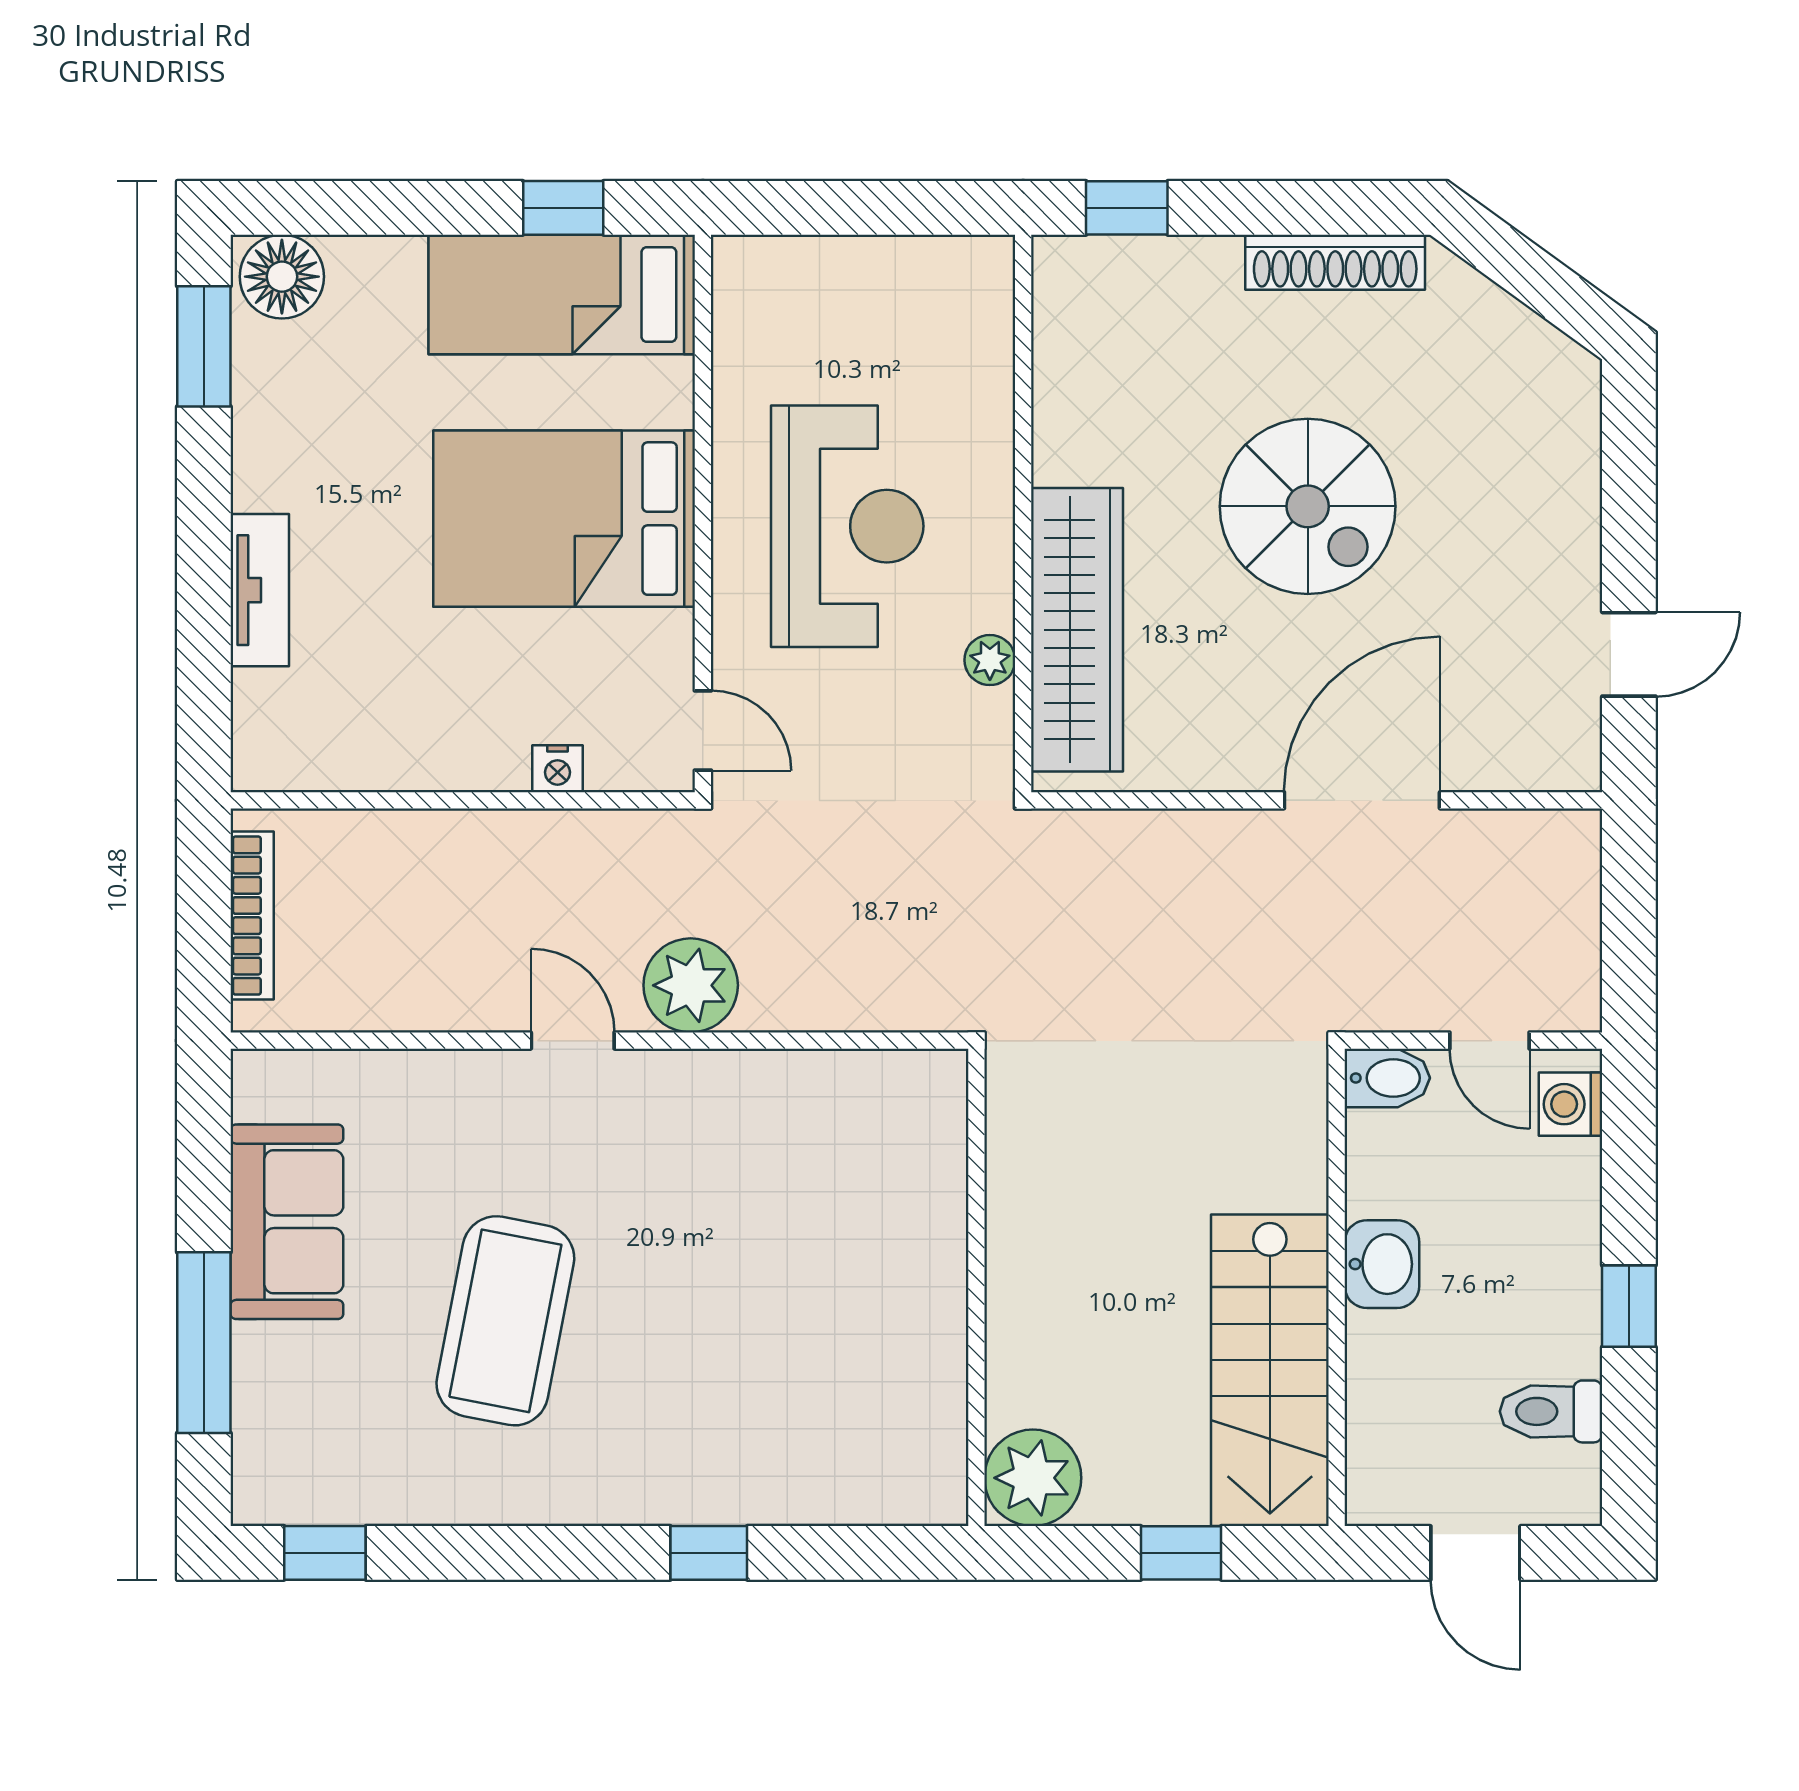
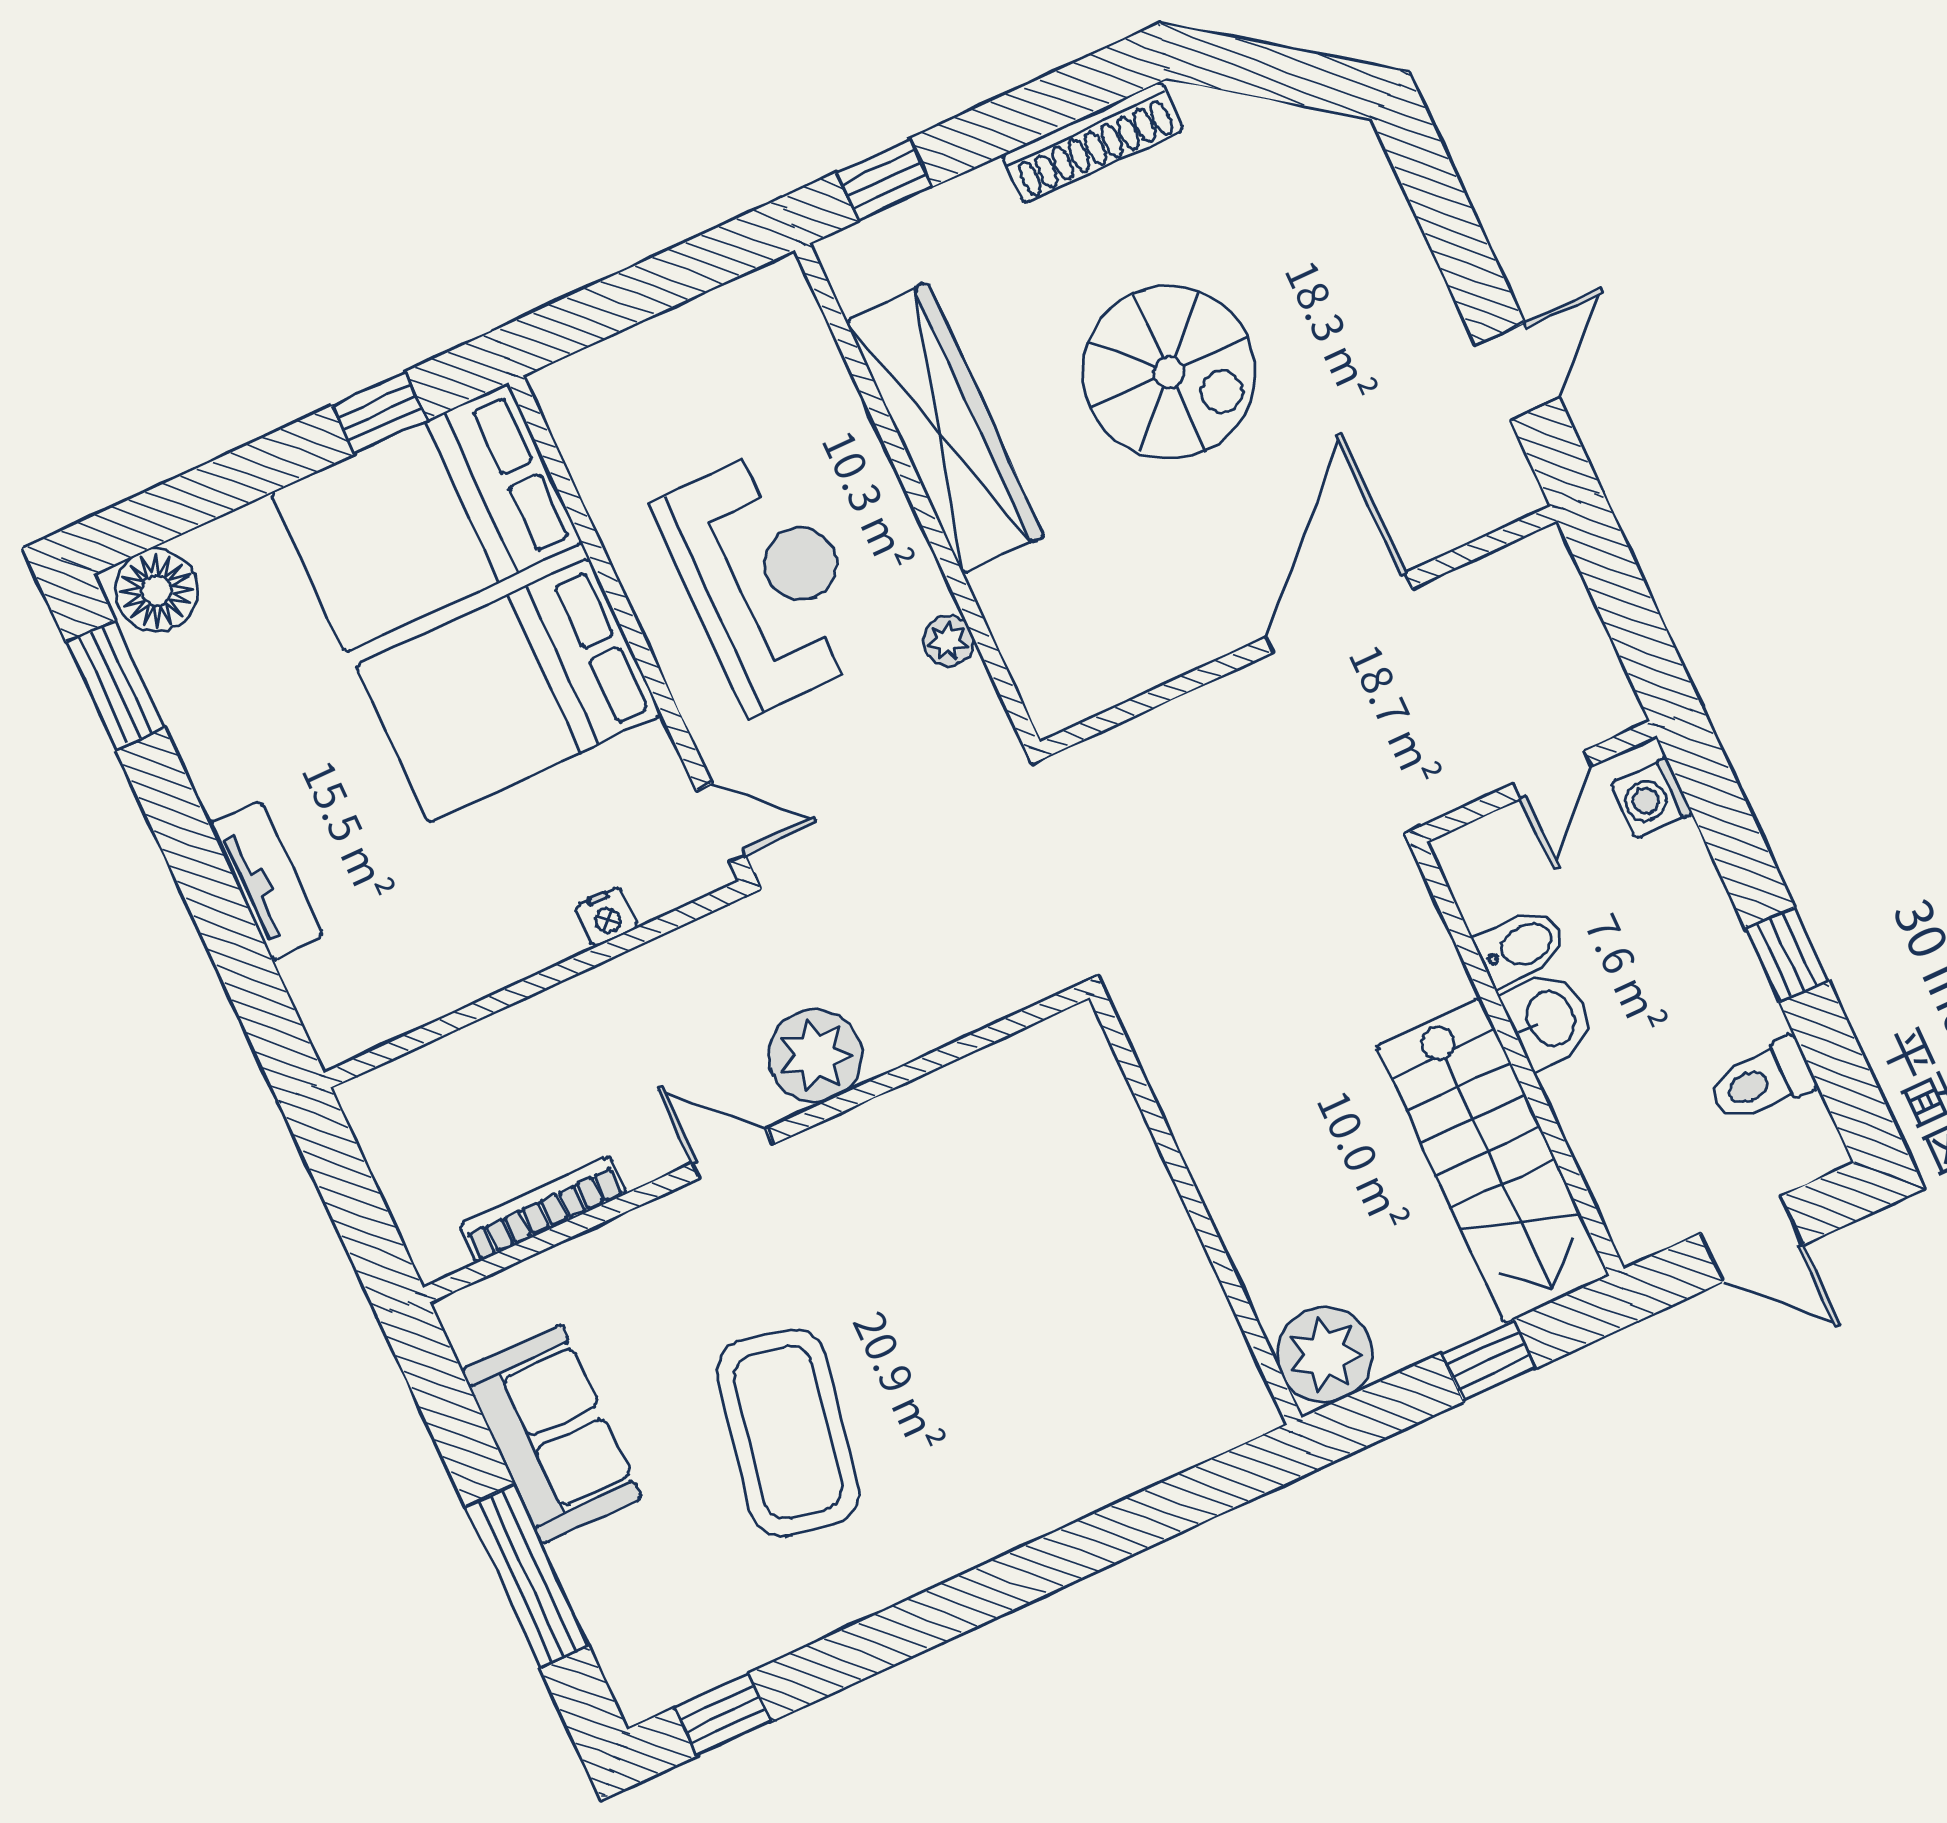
bed: (562, 294) -> (427, 518), width x1.50
wardrobe: (1077, 630) -> (945, 429), moved
bookcase: (252, 916) -> (543, 1209), moved, turned -90
door: (1489, 1041) -> (1553, 775), hinge flipped
bidet: (1387, 1078) -> (1521, 946), moved
window: (709, 1553) -> (1066, 1556), removed

